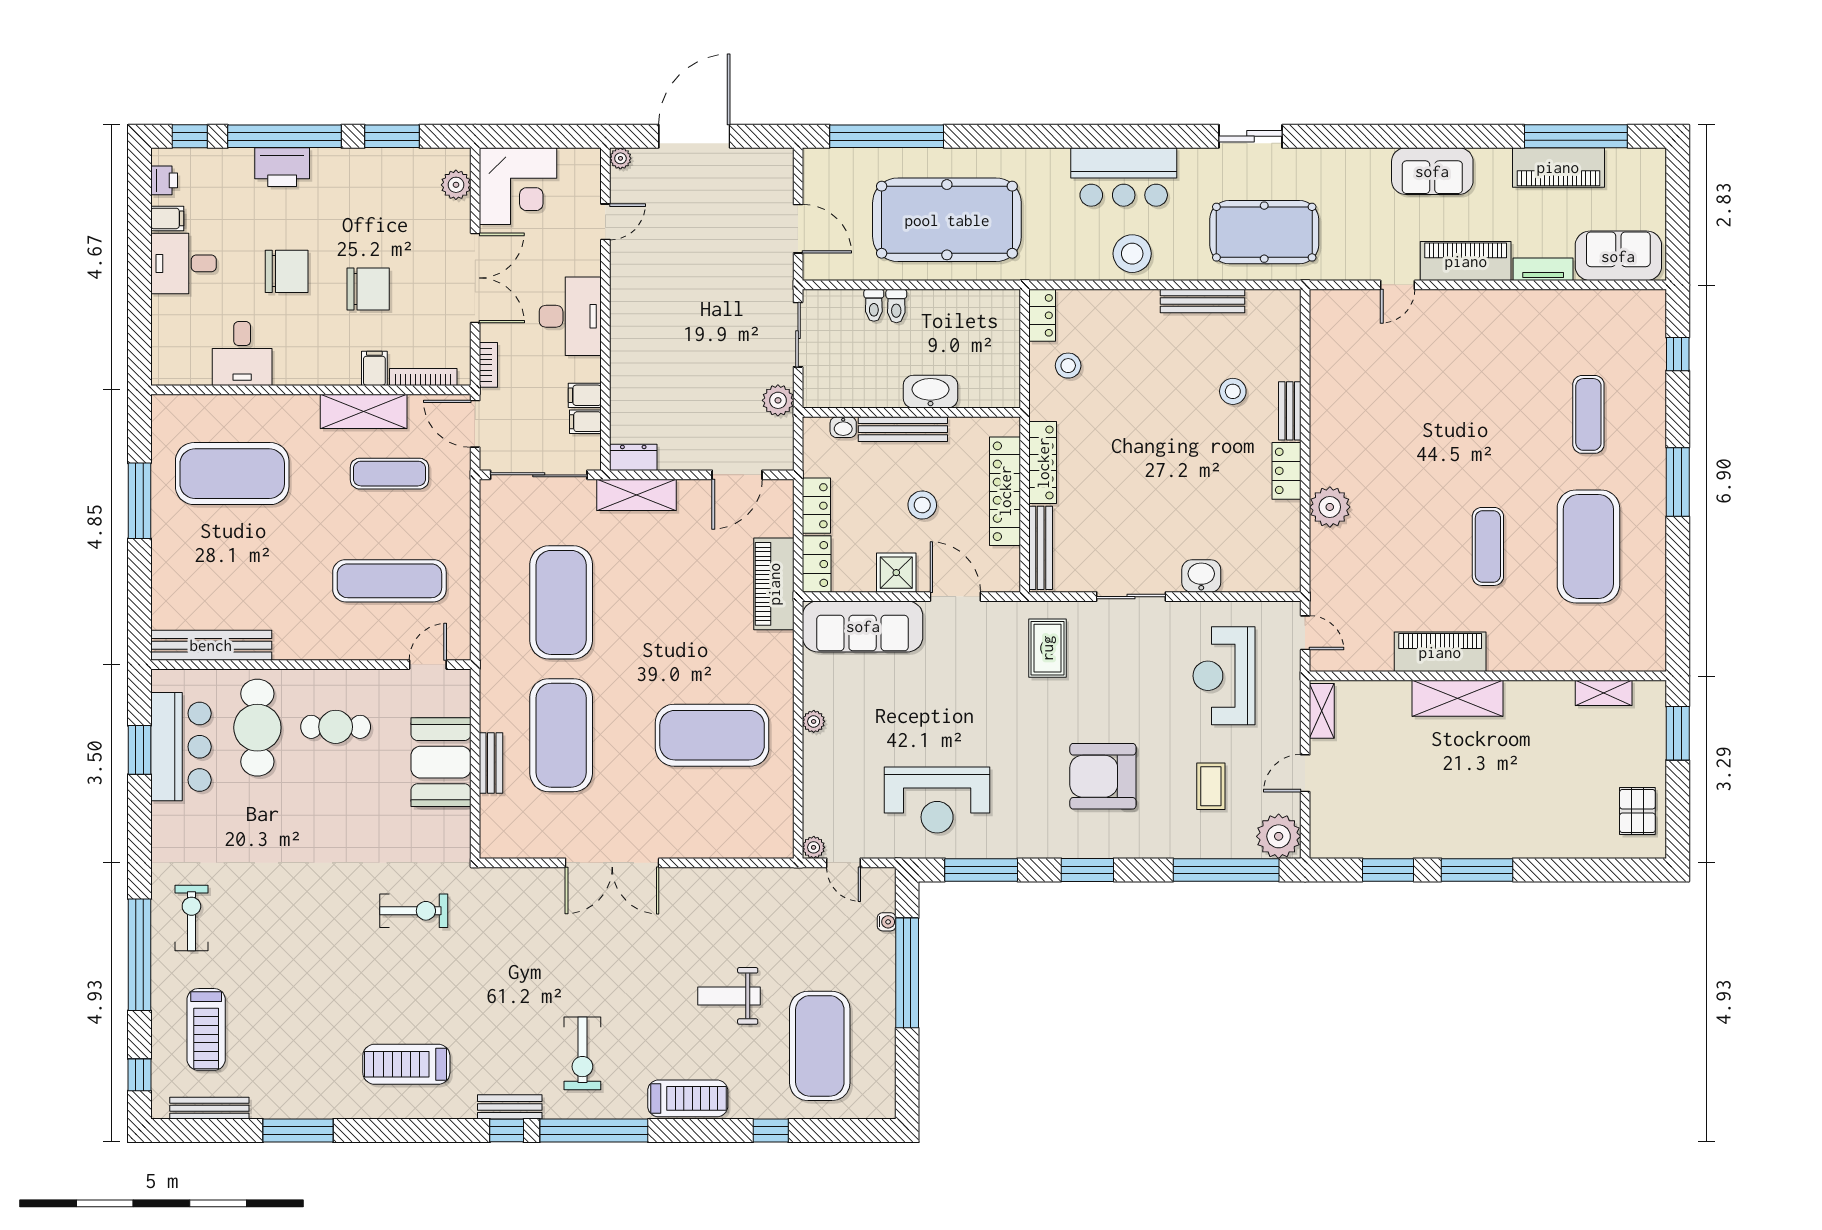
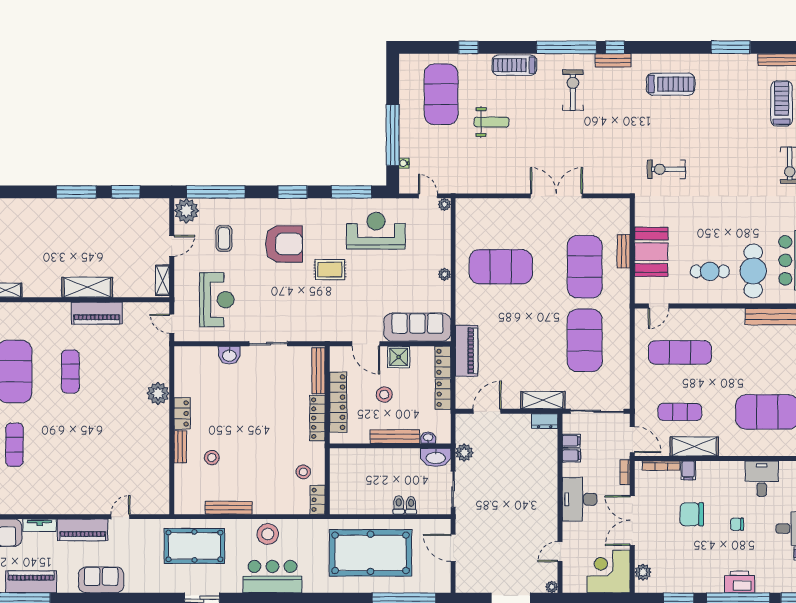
chair: (287, 271) -> (737, 524), width x0.54, depth x0.54
washbasin: (931, 392) -> (436, 457), moved
rug: (1047, 648) -> (330, 270), moved, turned 90

